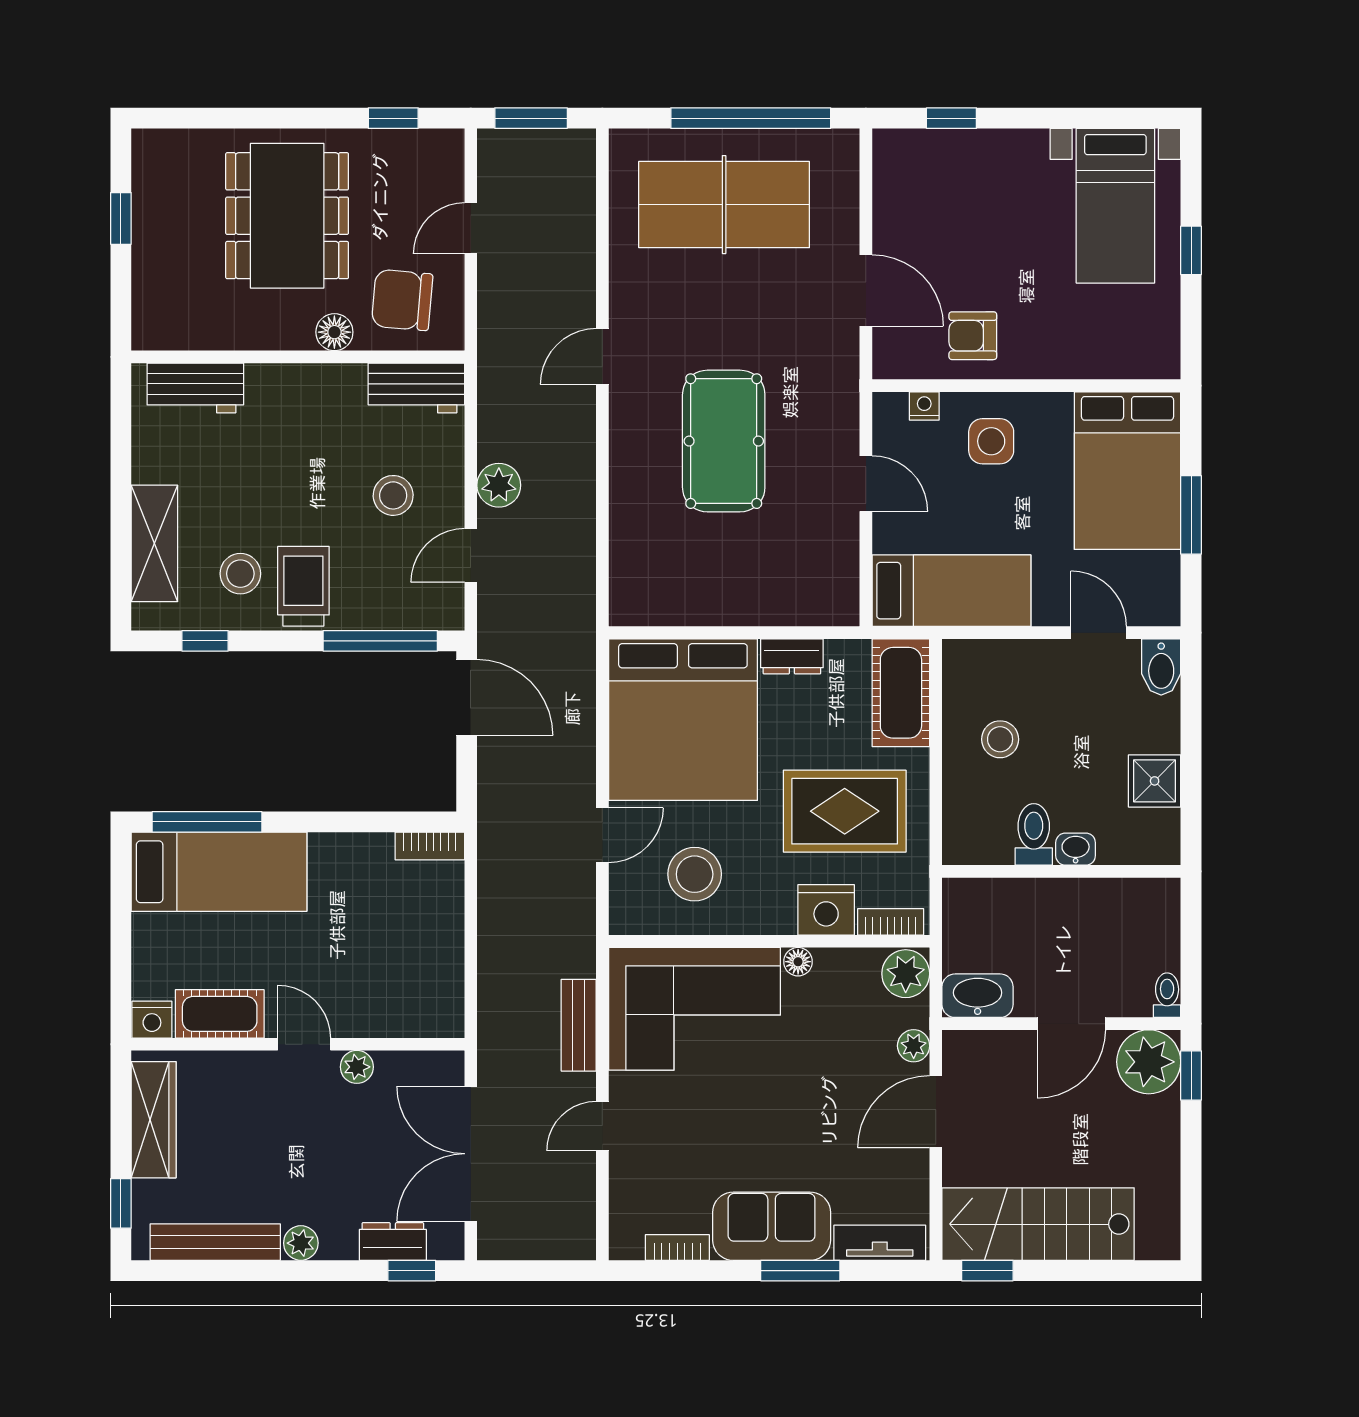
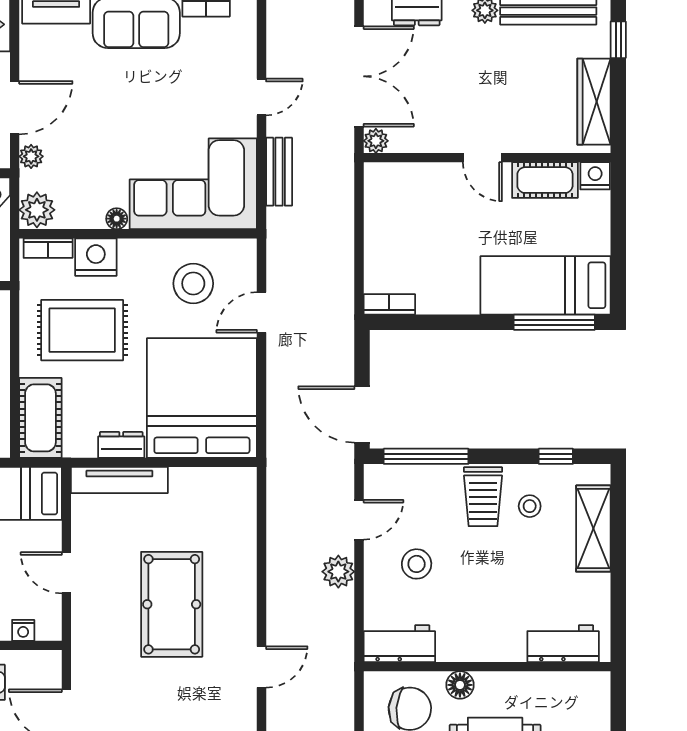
stool: (240, 574) -> (530, 506), width x0.73, depth x0.73
tv unit: (794, 609) -> (119, 480), added
plant: (357, 1067) -> (376, 141), moved

